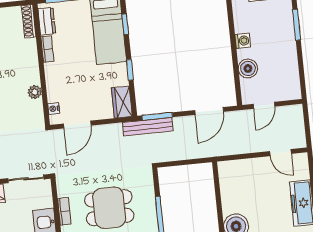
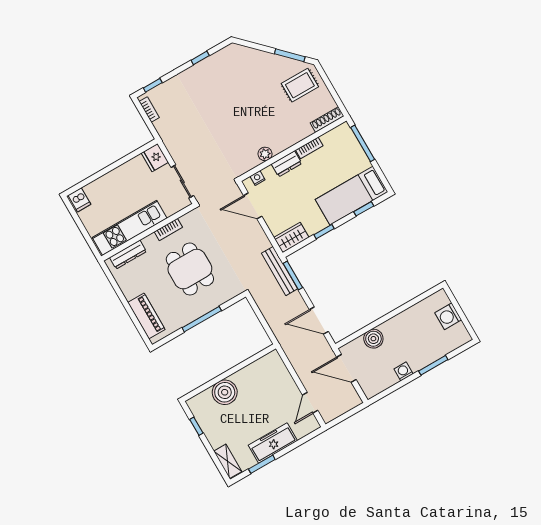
dresser: (47, 21) -> (287, 164), moved
washing machine: (243, 41) -> (403, 371), moved, turned 180
door: (264, 105) -> (346, 368), width x1.38

